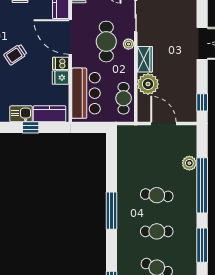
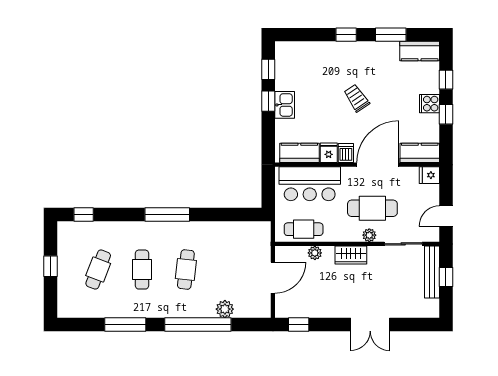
plant: (148, 84) -> (315, 253), width x0.53, depth x0.53
kitchen counter: (50, 114) -> (299, 153), moved, turned -90
window: (31, 127) -> (268, 101), moved

